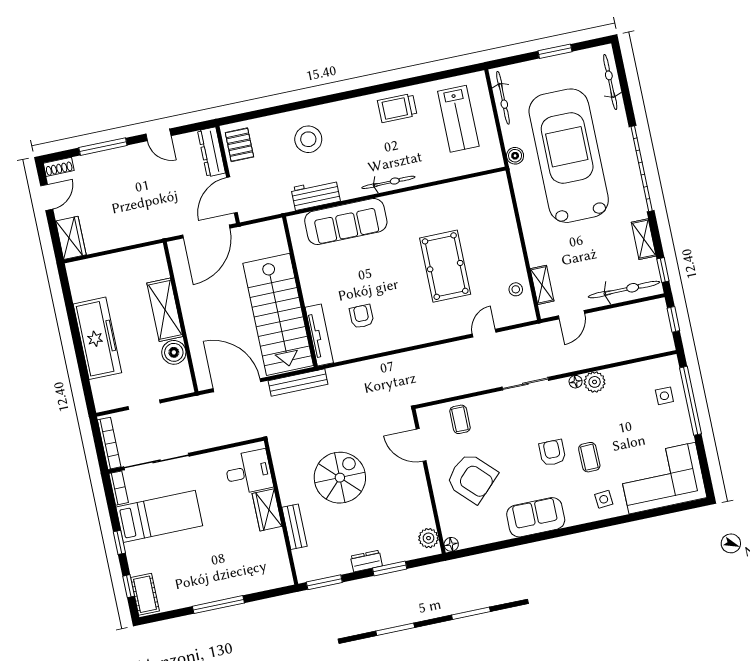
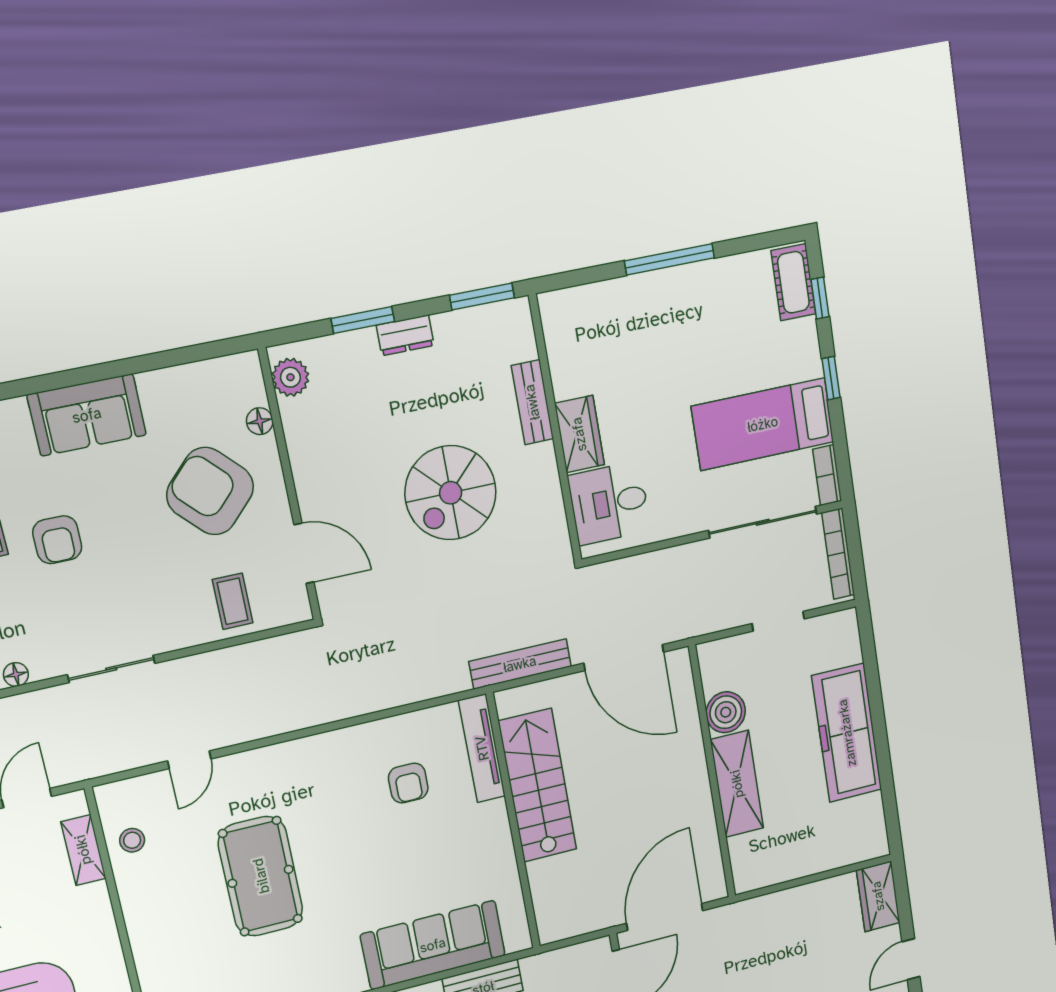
stairs: (278, 314) -> (538, 785), width x0.73, depth x0.66
floor lamp: (451, 544) -> (260, 421), moved

